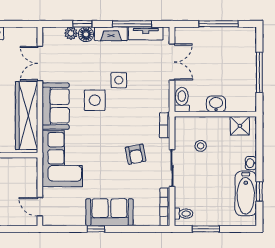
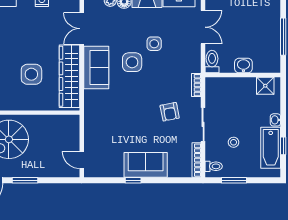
stool: (201, 146) -> (234, 142), moved
corner sofa: (62, 159) -> (102, 116), removed

